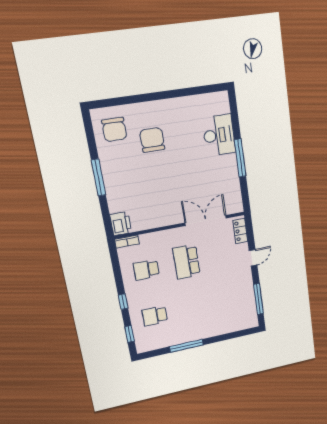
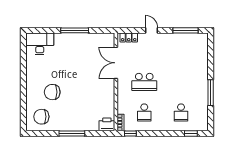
chair: (114, 129) -> (41, 117), turned 180
desk: (219, 135) -> (40, 44), moved
window: (123, 302) -> (130, 134), moved

